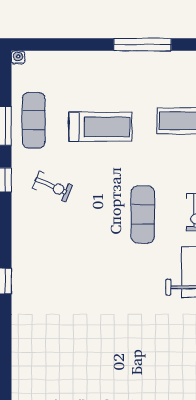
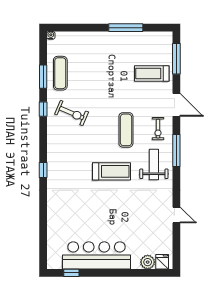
treadmill: (101, 127) -> (112, 171), moved
exercise bike: (52, 186) -> (72, 113), width x1.38, depth x1.39

